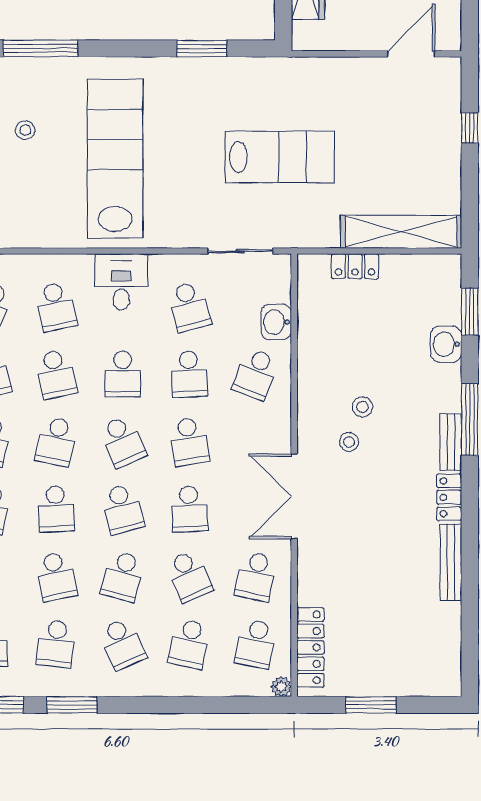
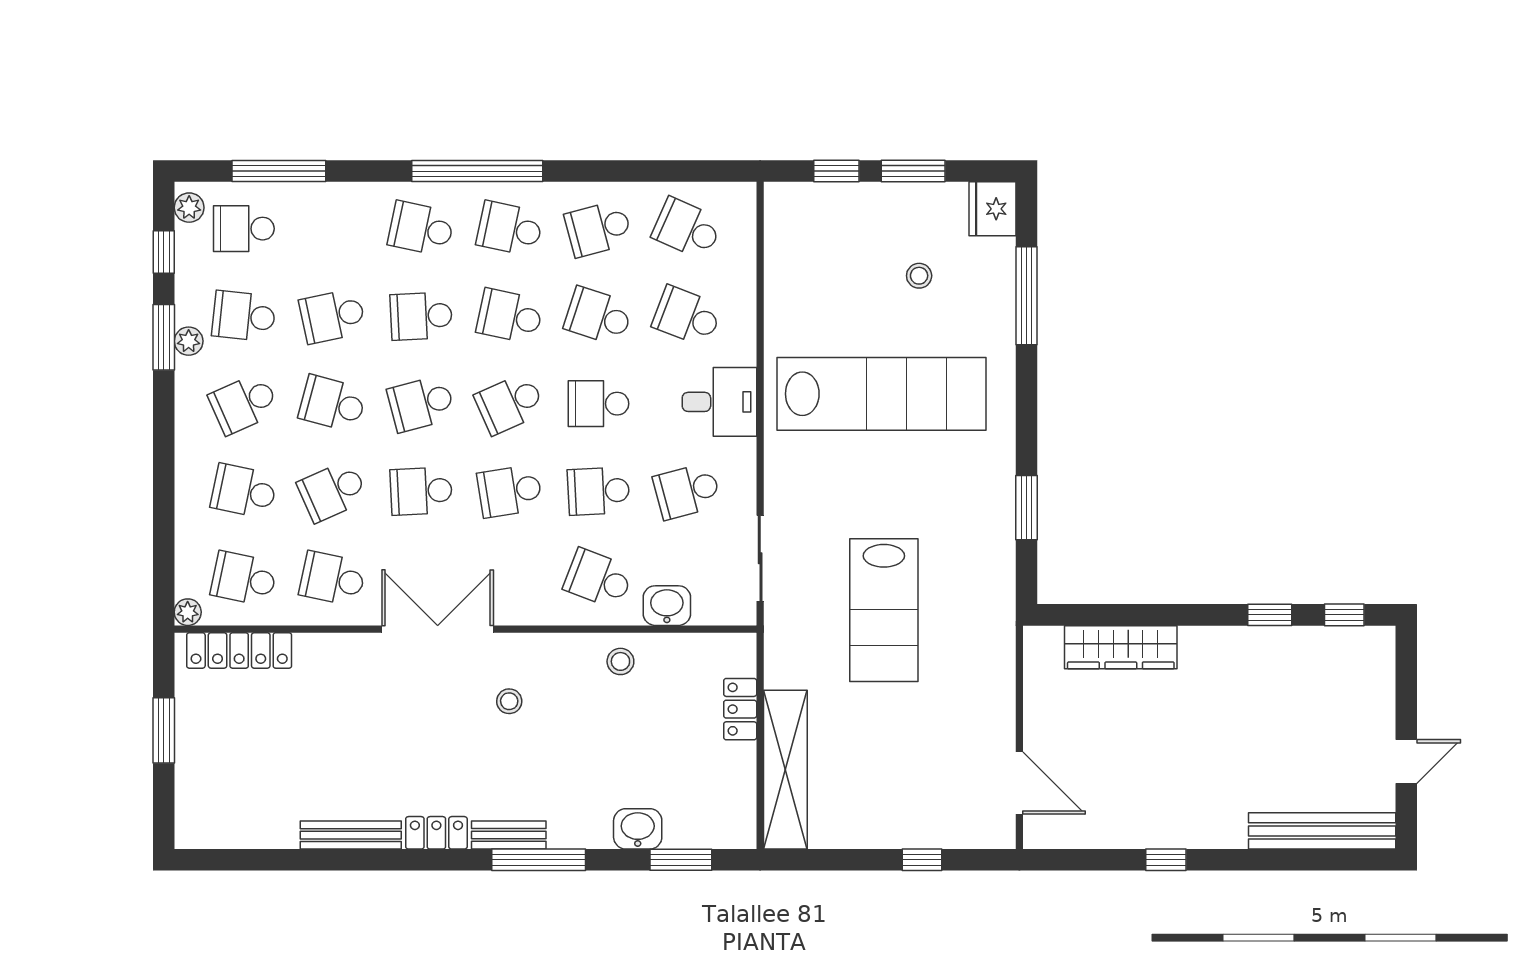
school desk: (56, 307) -> (687, 316), turned 33
school desk: (56, 374) -> (598, 316), turned 30
stool: (362, 407) -> (620, 661), moved
plant: (75, 686) -> (189, 341), added

